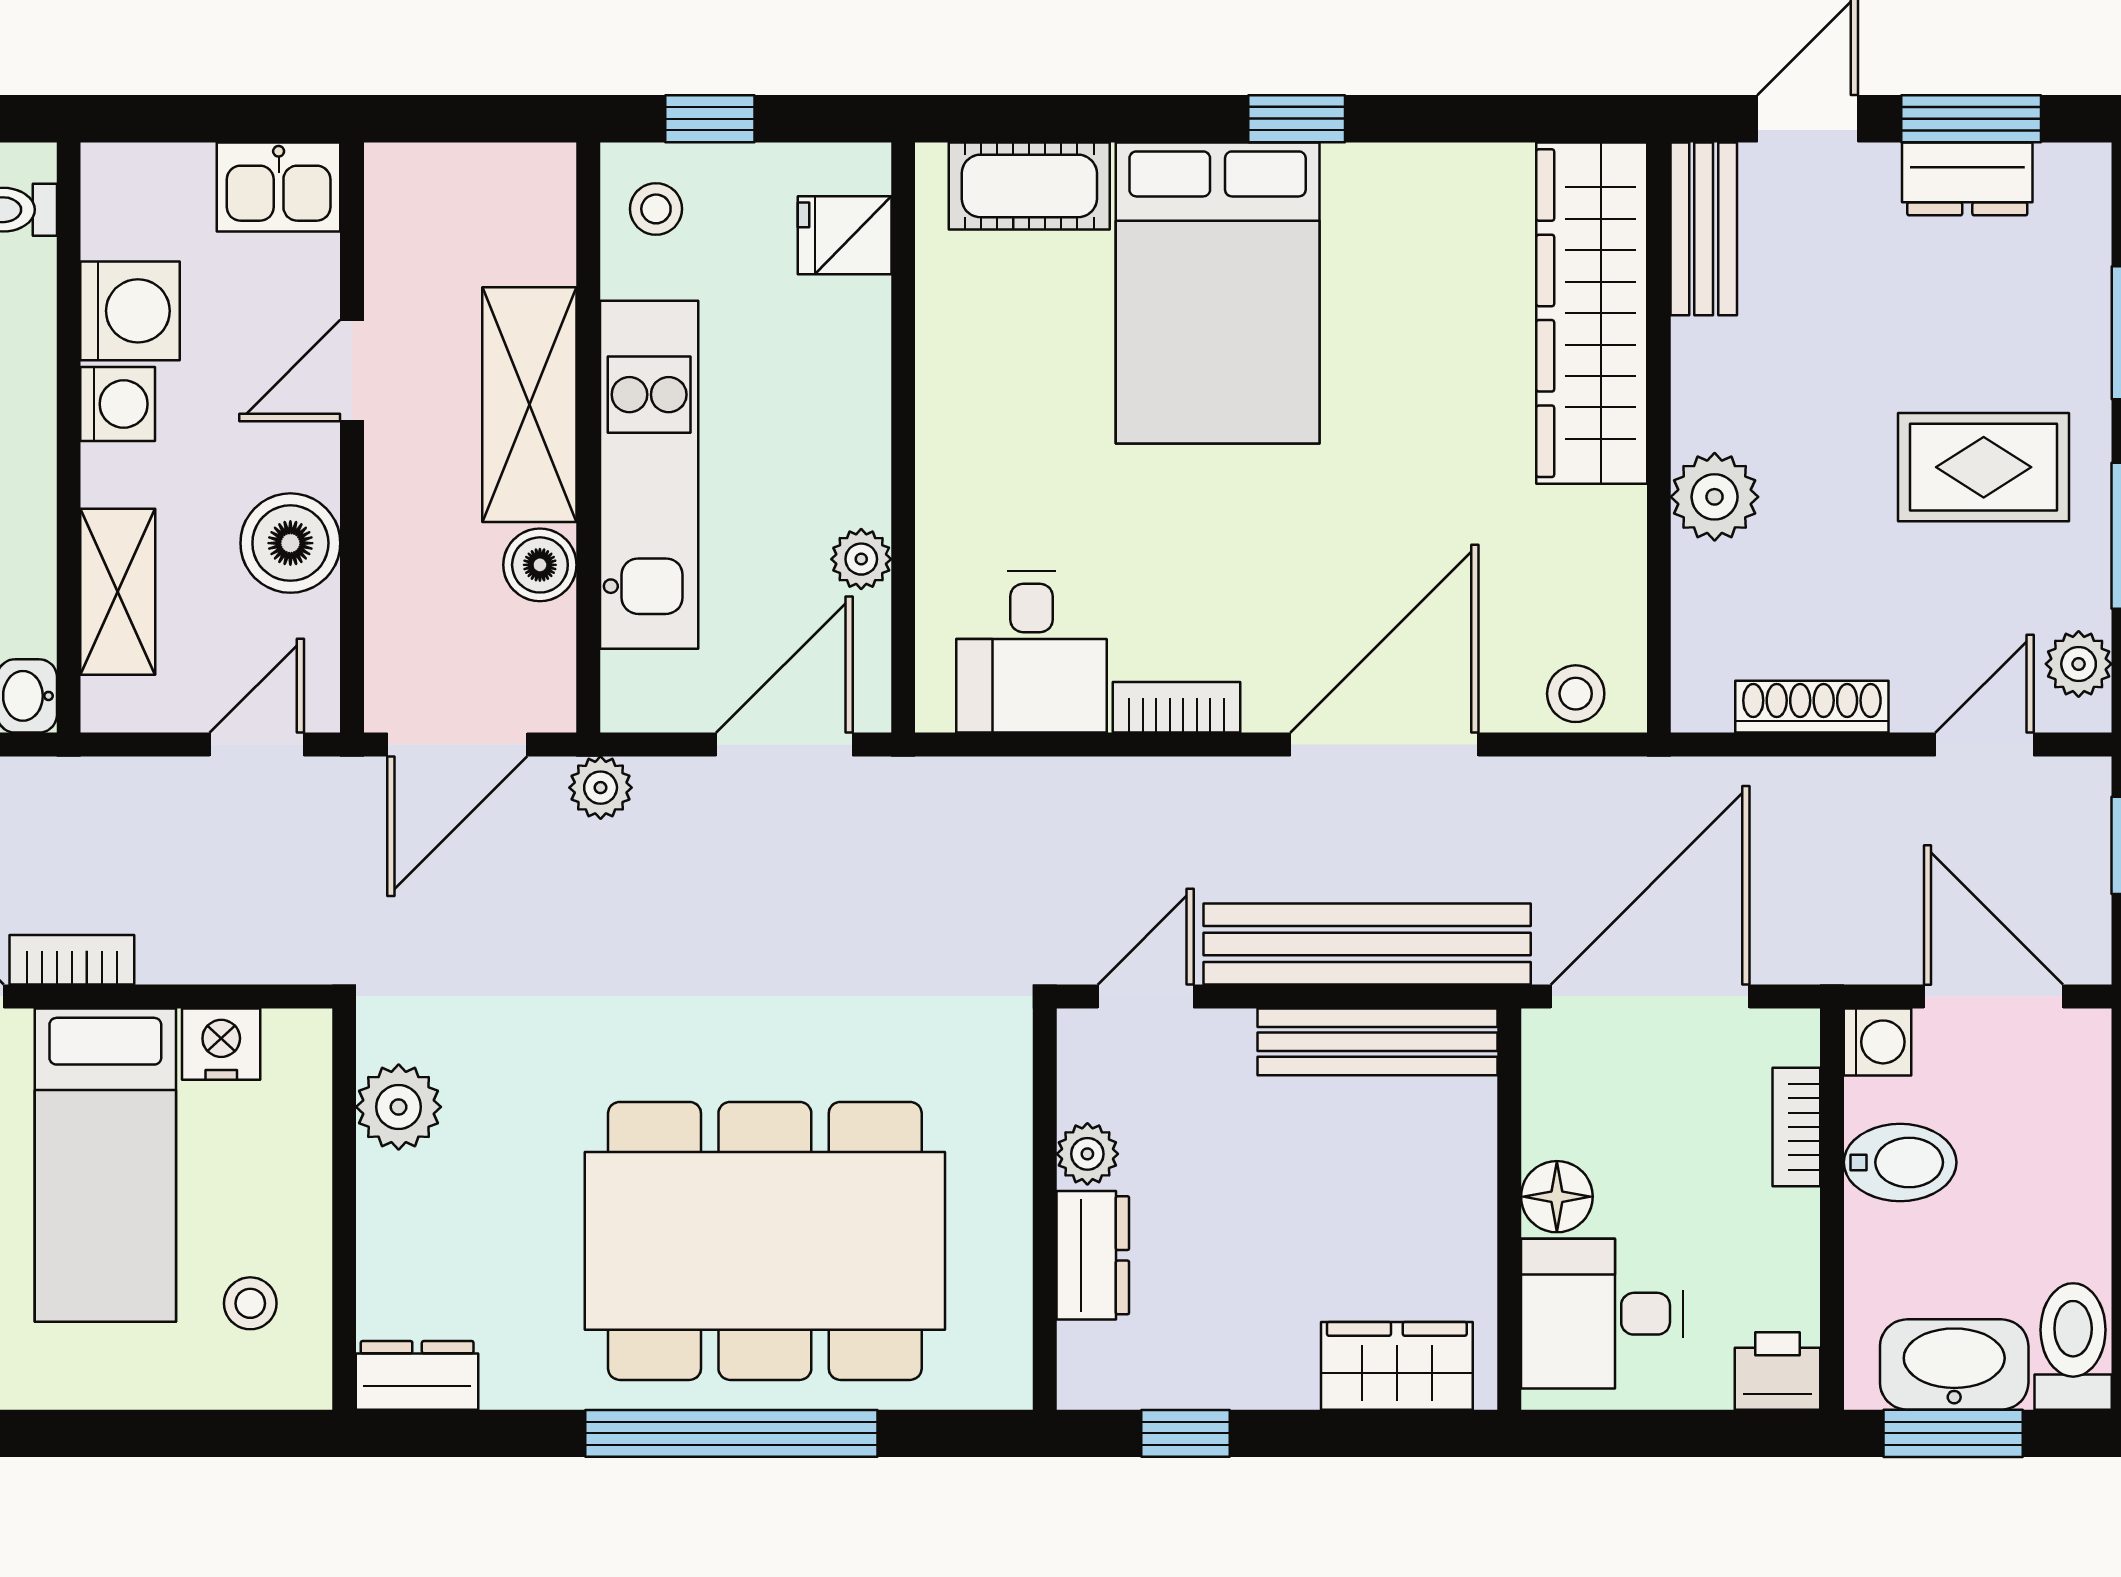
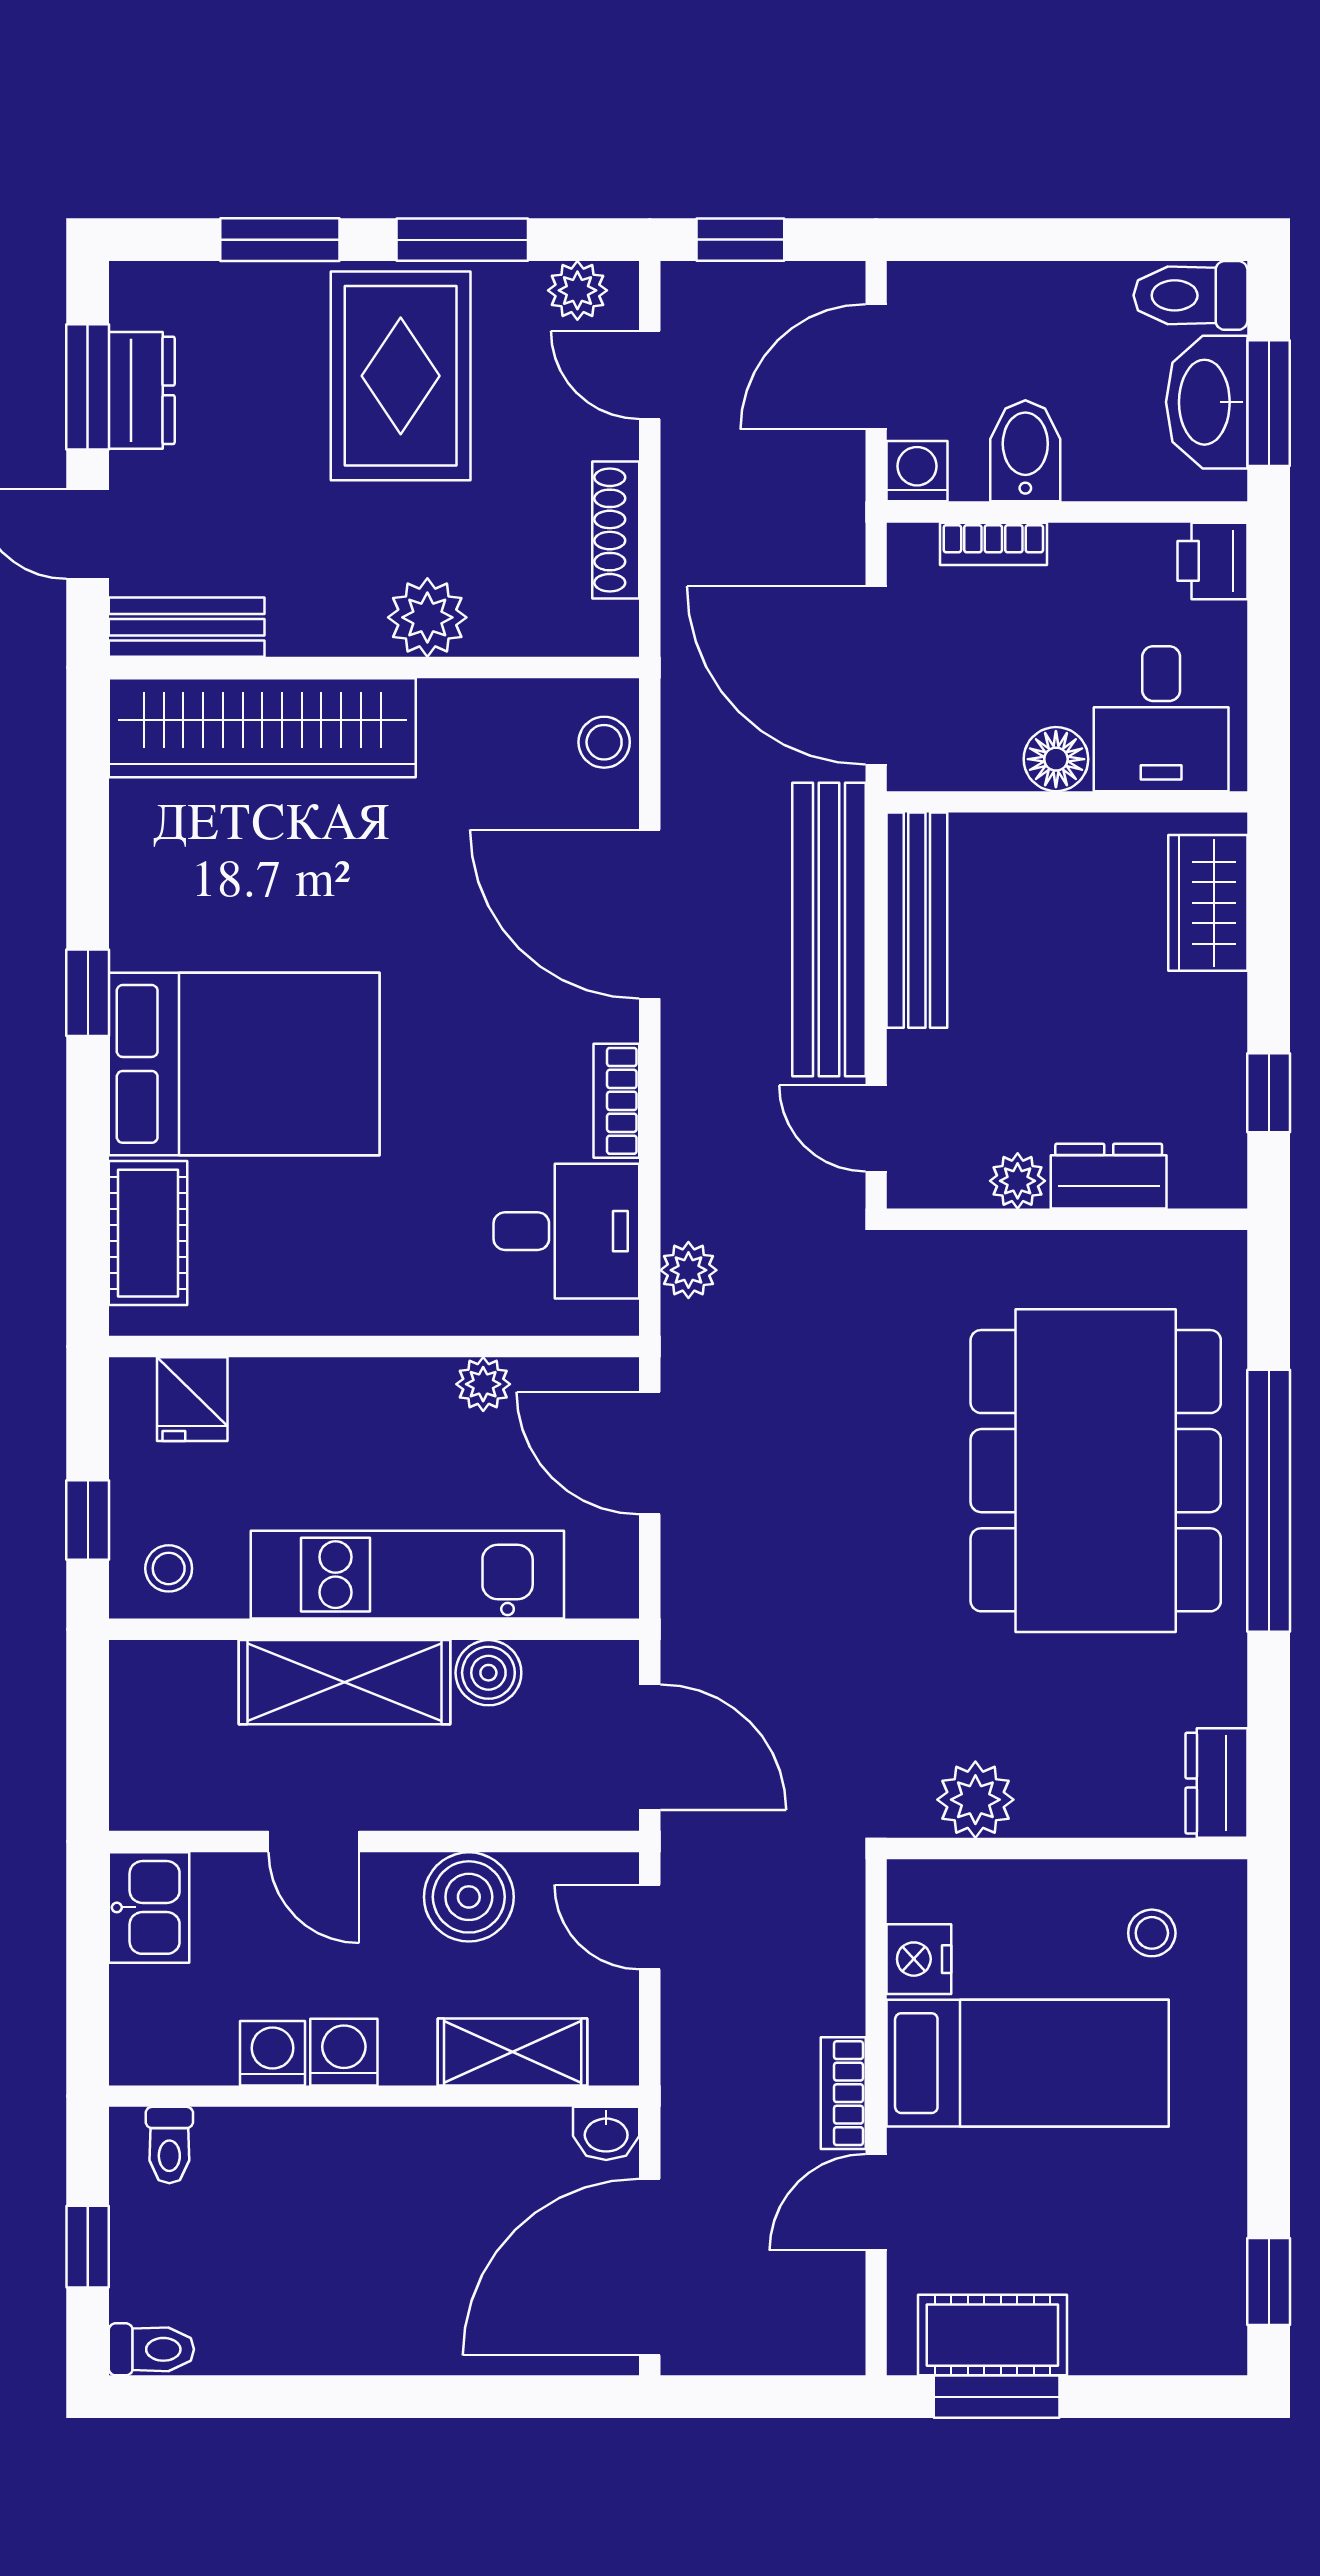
washing machine: (130, 311) -> (272, 2053), width x0.73, depth x0.73
rug: (1984, 467) -> (401, 376), width x1.36, depth x1.43
plant: (601, 788) -> (688, 1270), moved

